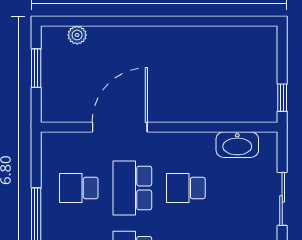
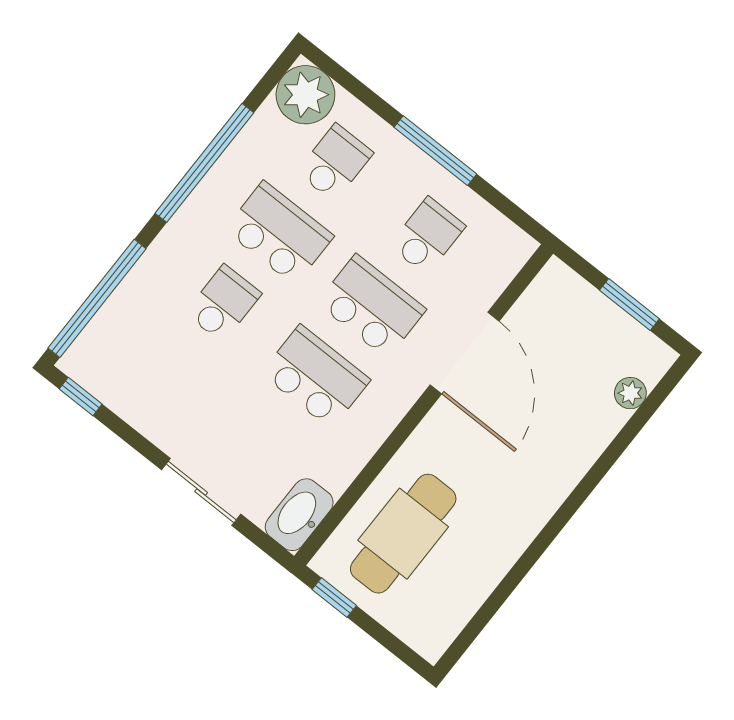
cafe table: (227, 89) -> (403, 534), added
washbasin: (237, 145) -> (299, 515), moved
school desk: (186, 188) -> (316, 377), width x1.85

